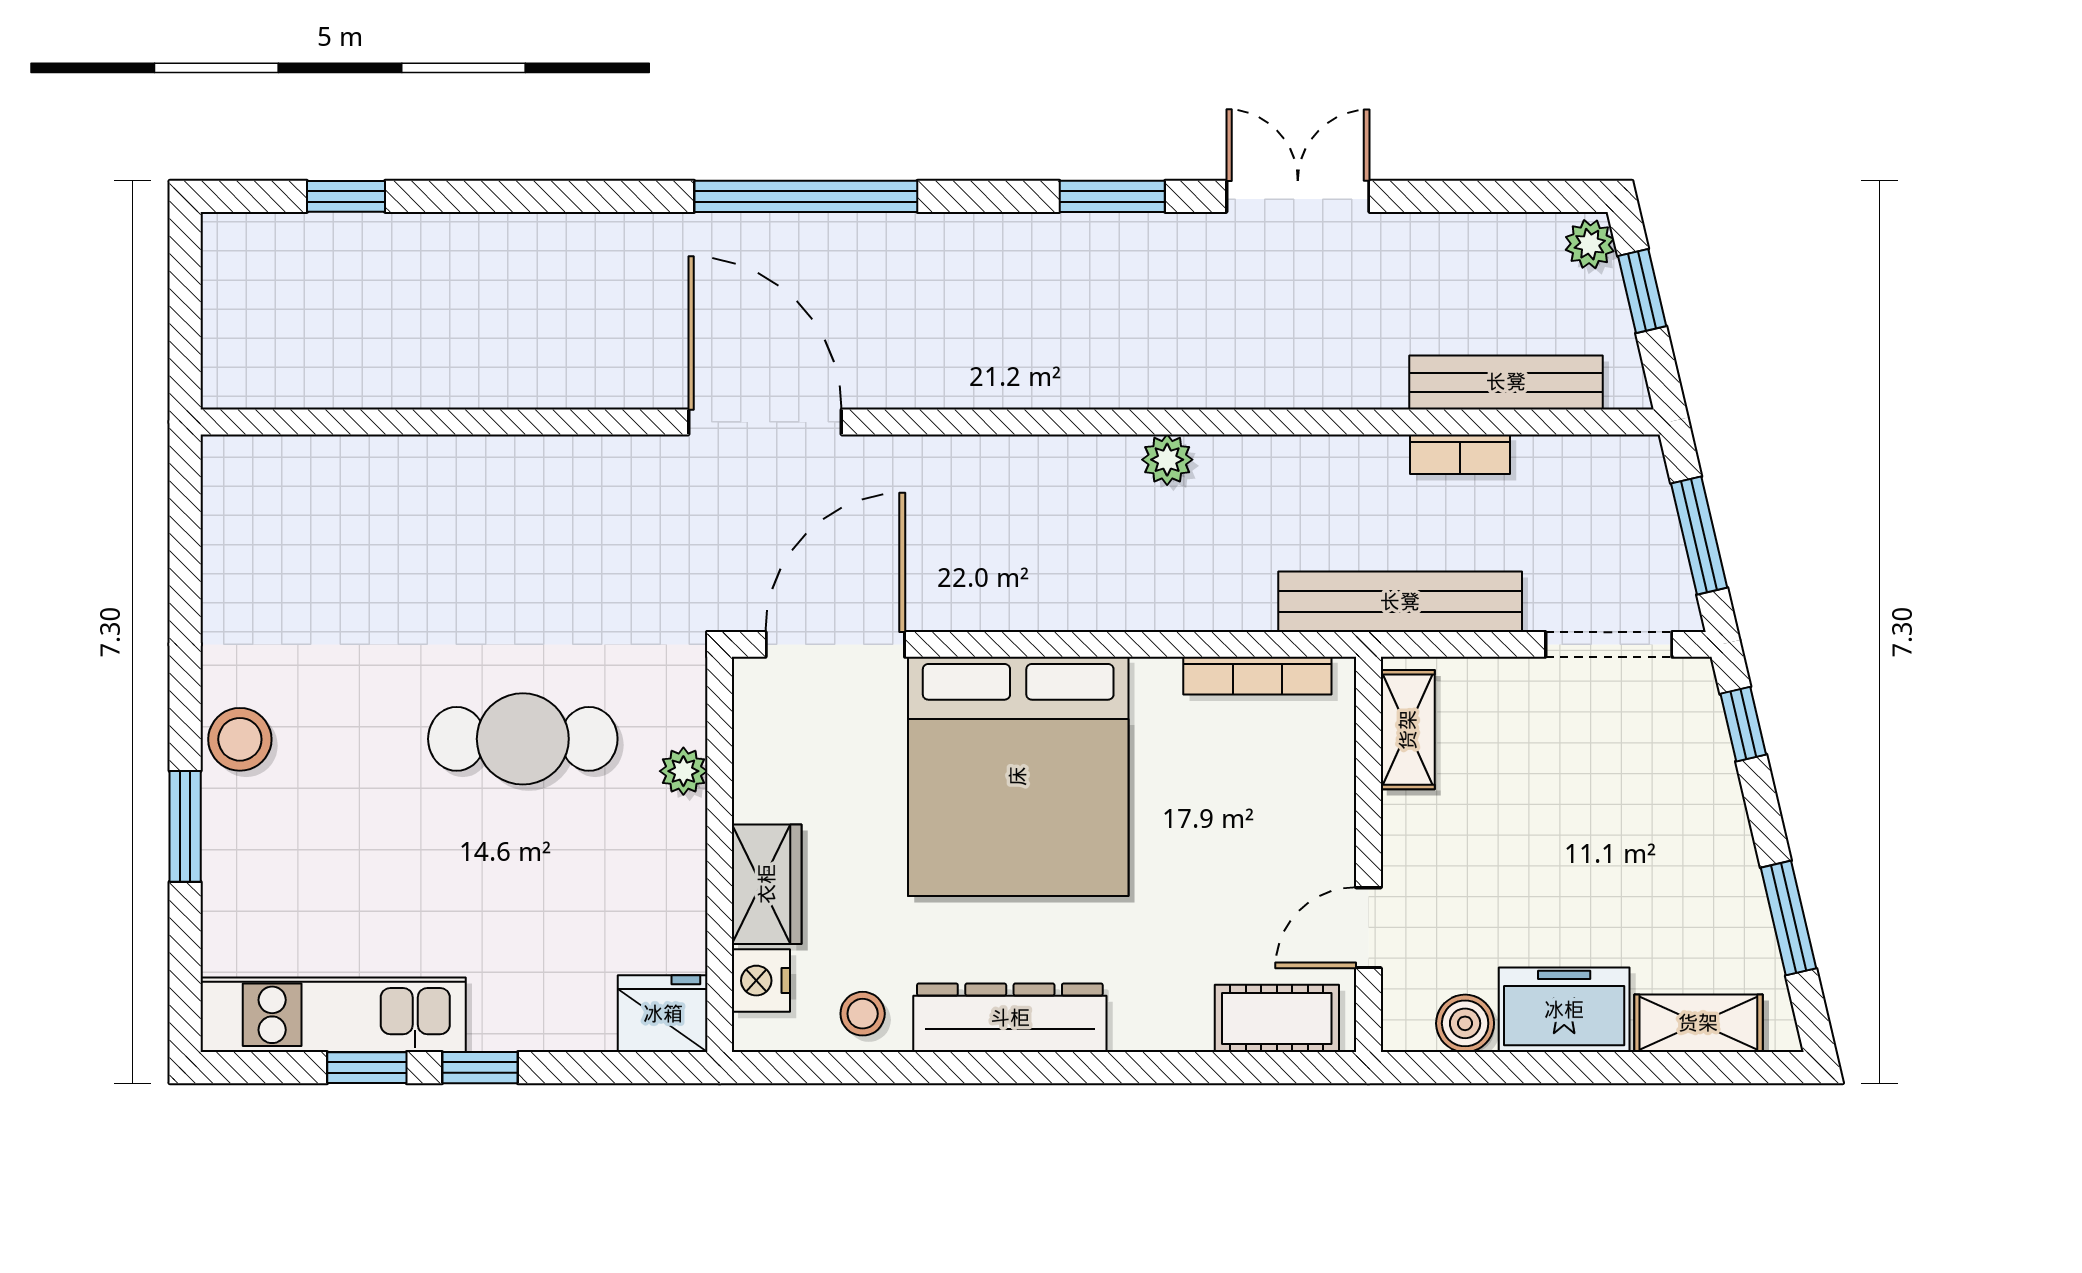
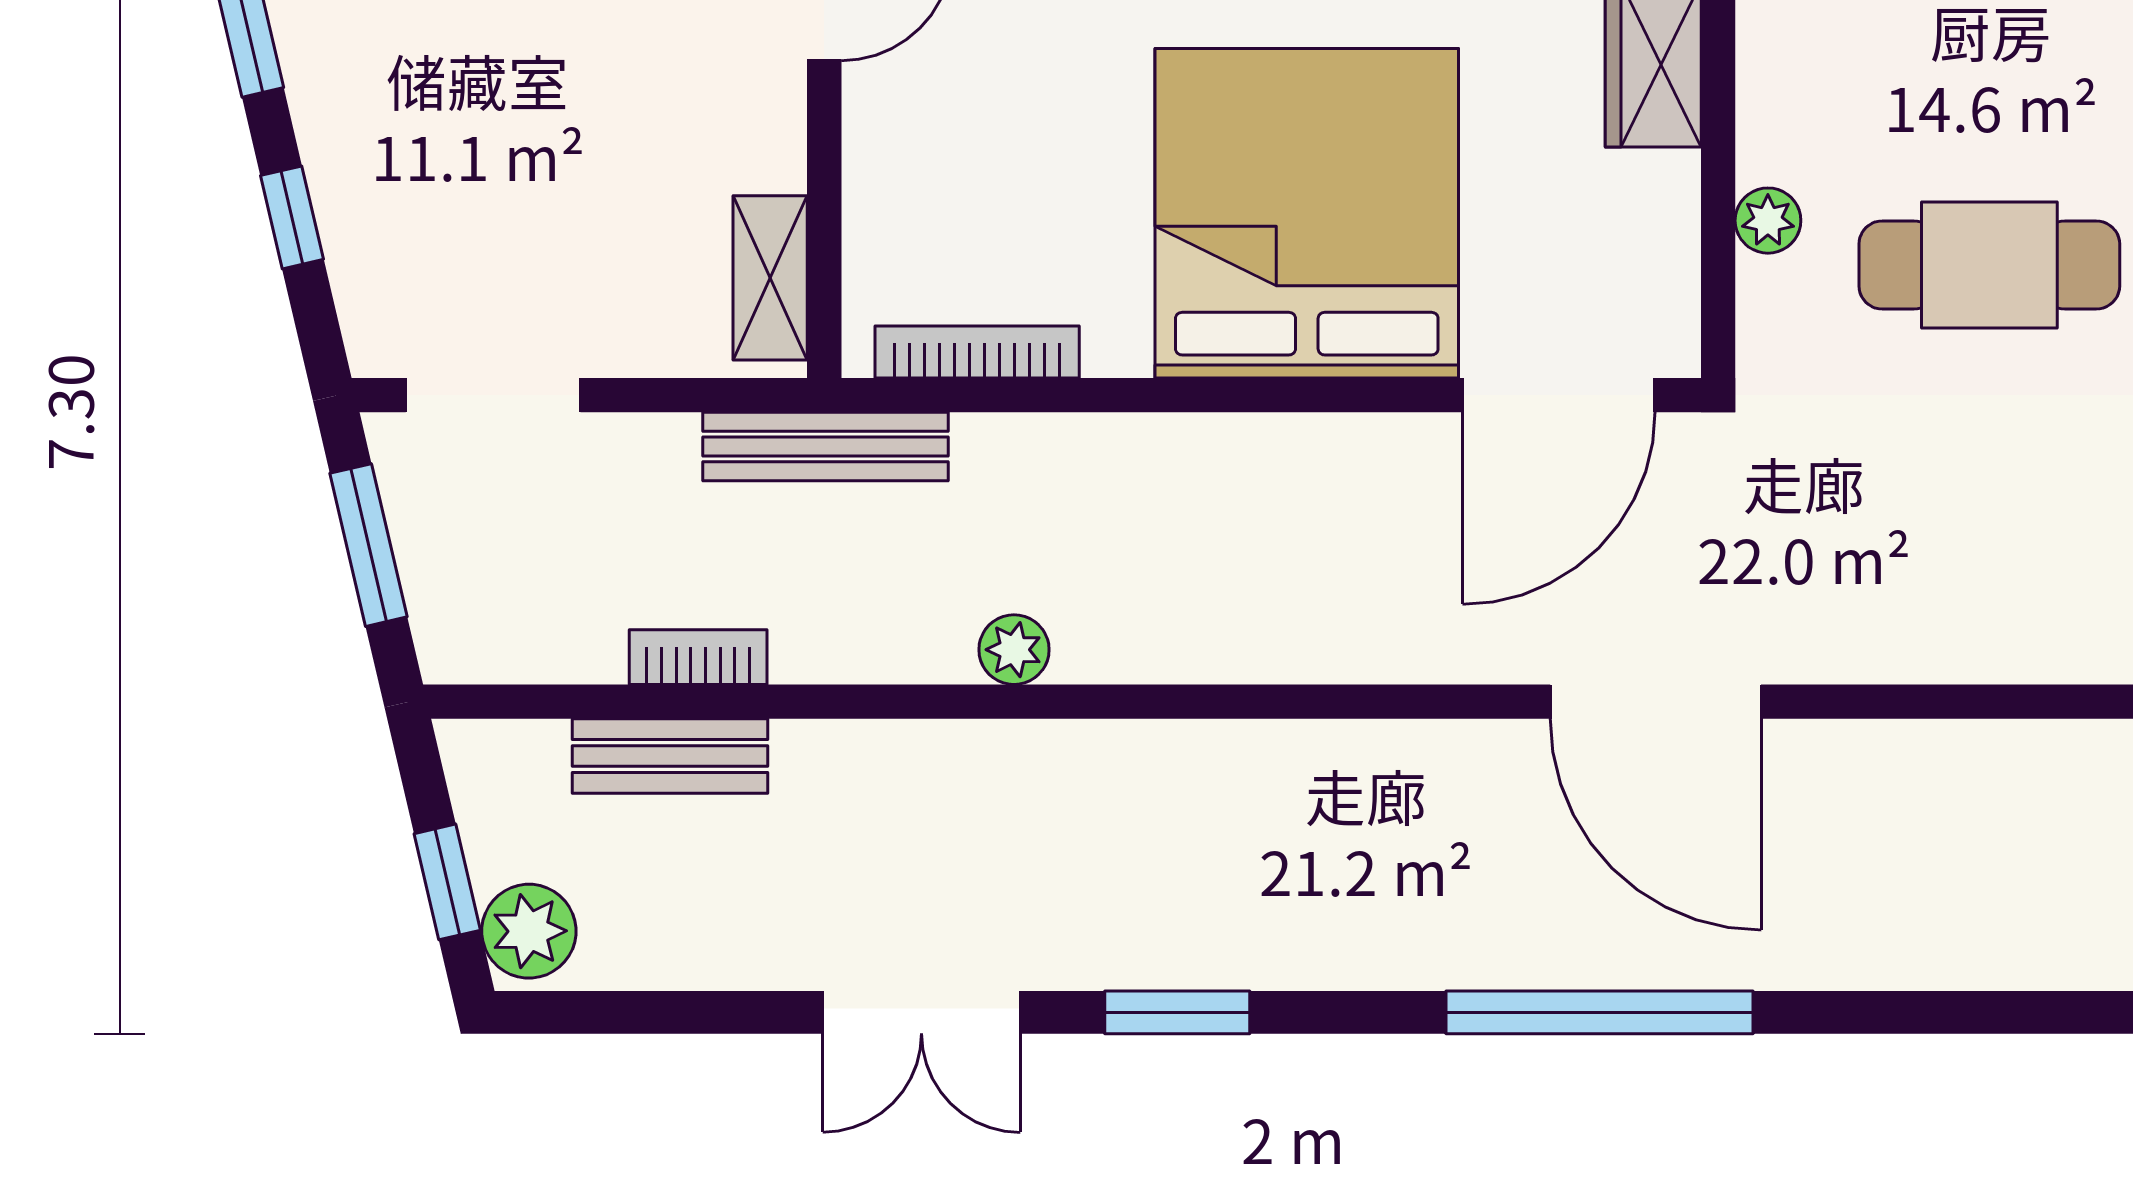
plant: (1590, 244) -> (529, 931), width x1.38, depth x1.38
bench: (1506, 382) -> (670, 756), width x0.73
plant: (1167, 460) -> (1014, 650), moved
bench: (1400, 602) -> (826, 447), width x0.73, depth x0.82
window: (1743, 724) -> (292, 217), moved

